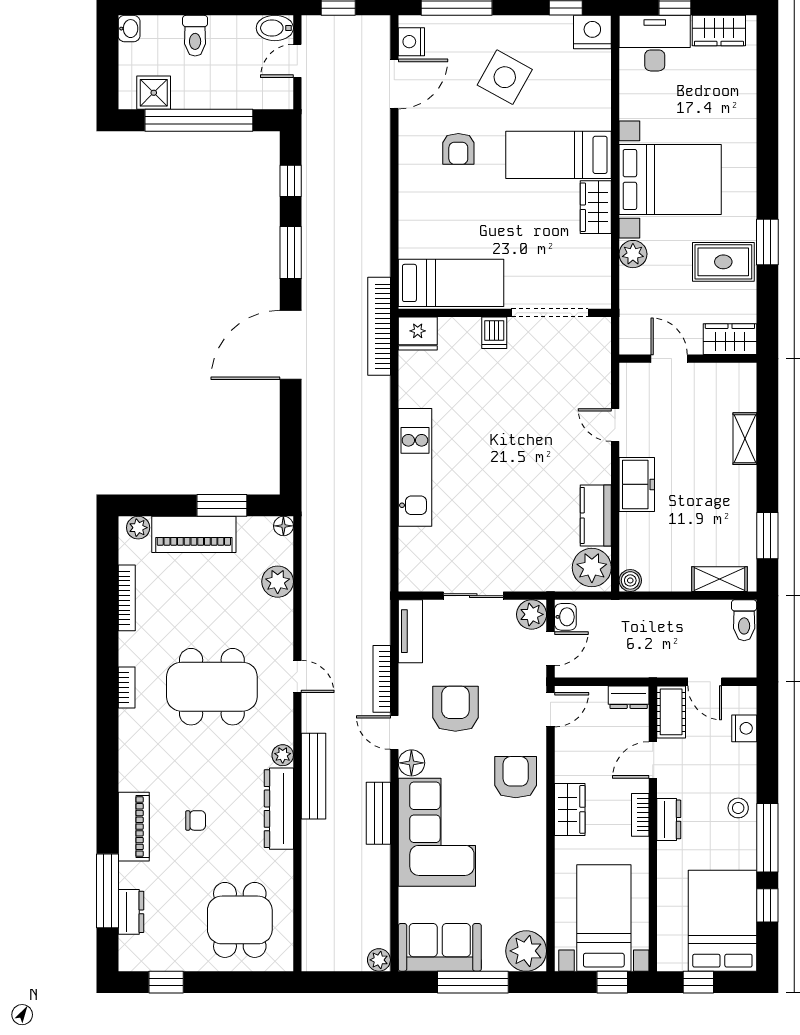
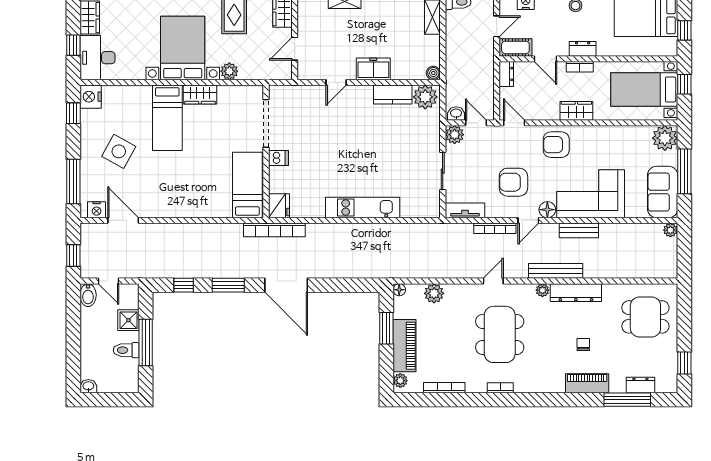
toilet: (195, 36) -> (126, 350), moved, turned 180
shower: (154, 93) -> (128, 320), moved
window: (199, 120) -> (146, 343), width x0.68
armchair: (458, 149) -> (164, 180), removed

